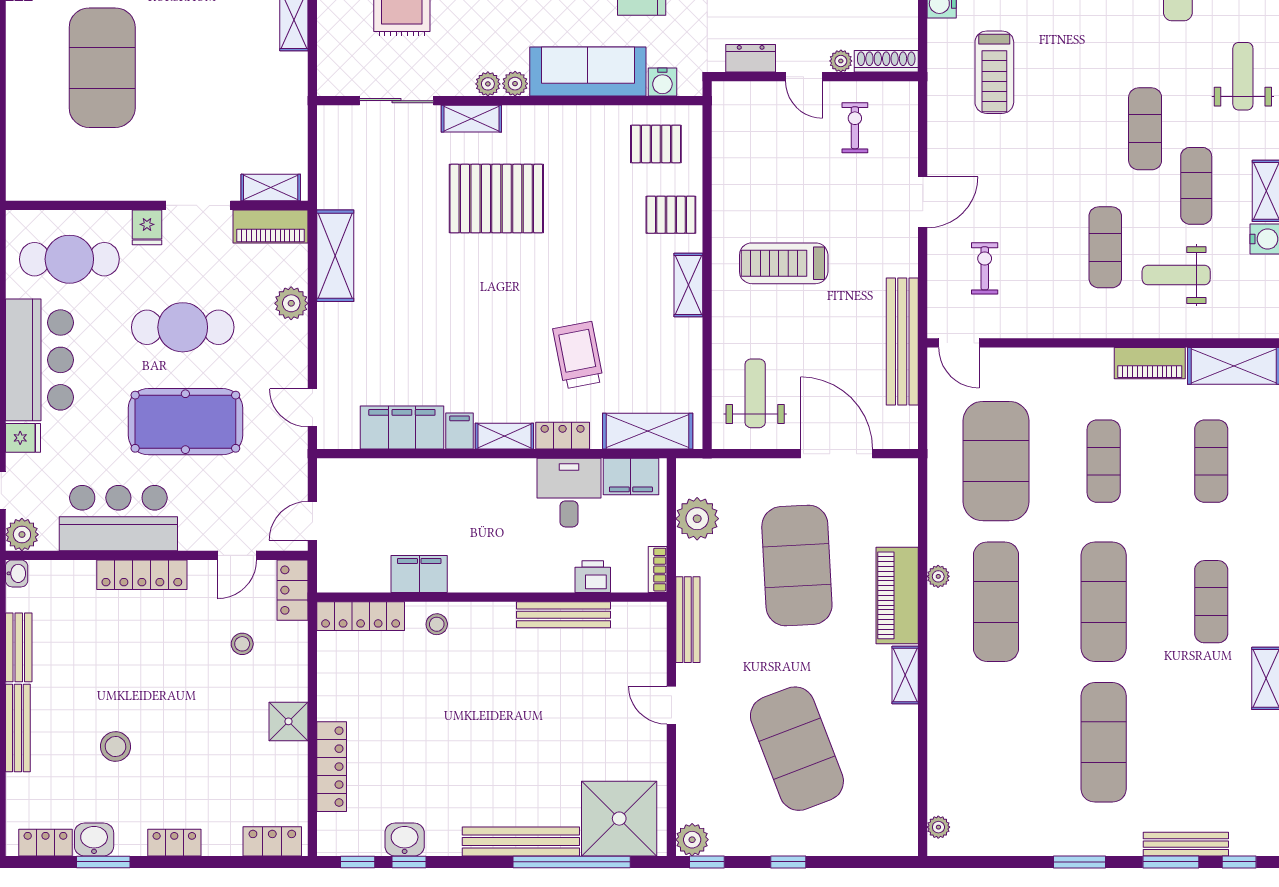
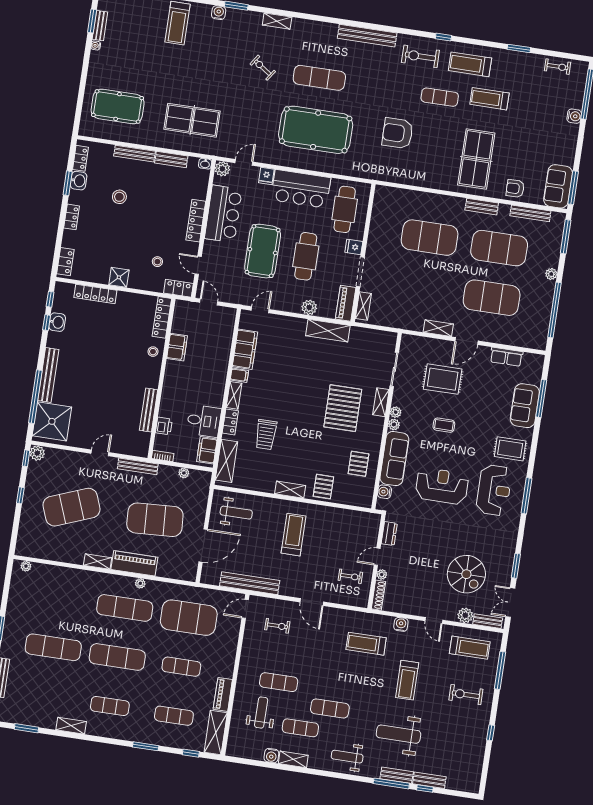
weight bench: (1243, 76) -> (347, 757), turned 180
pallet: (656, 144) -> (358, 464), moved
trolley: (578, 355) -> (266, 435), turned 101
plant: (697, 519) -> (184, 473), width x0.53, depth x0.53

